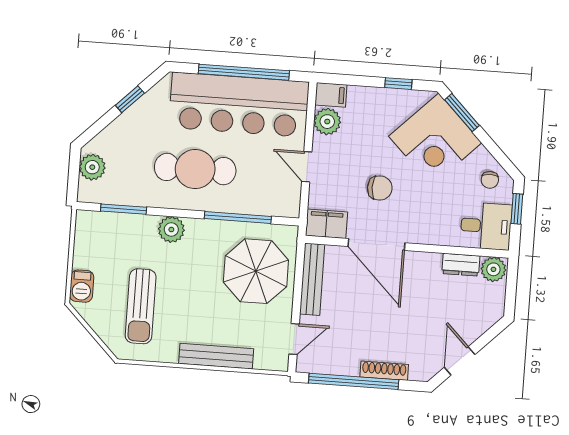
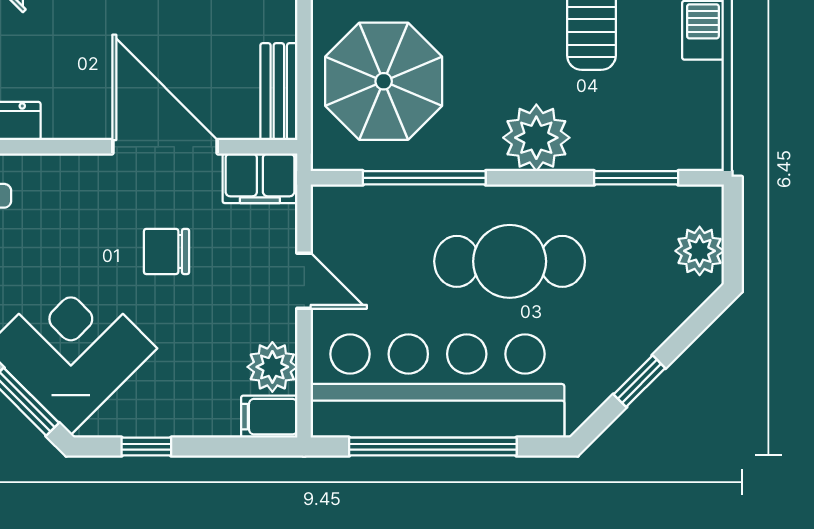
plant: (171, 230) -> (536, 138), width x1.36, depth x1.36
bench: (312, 279) -> (279, 92), width x0.73

